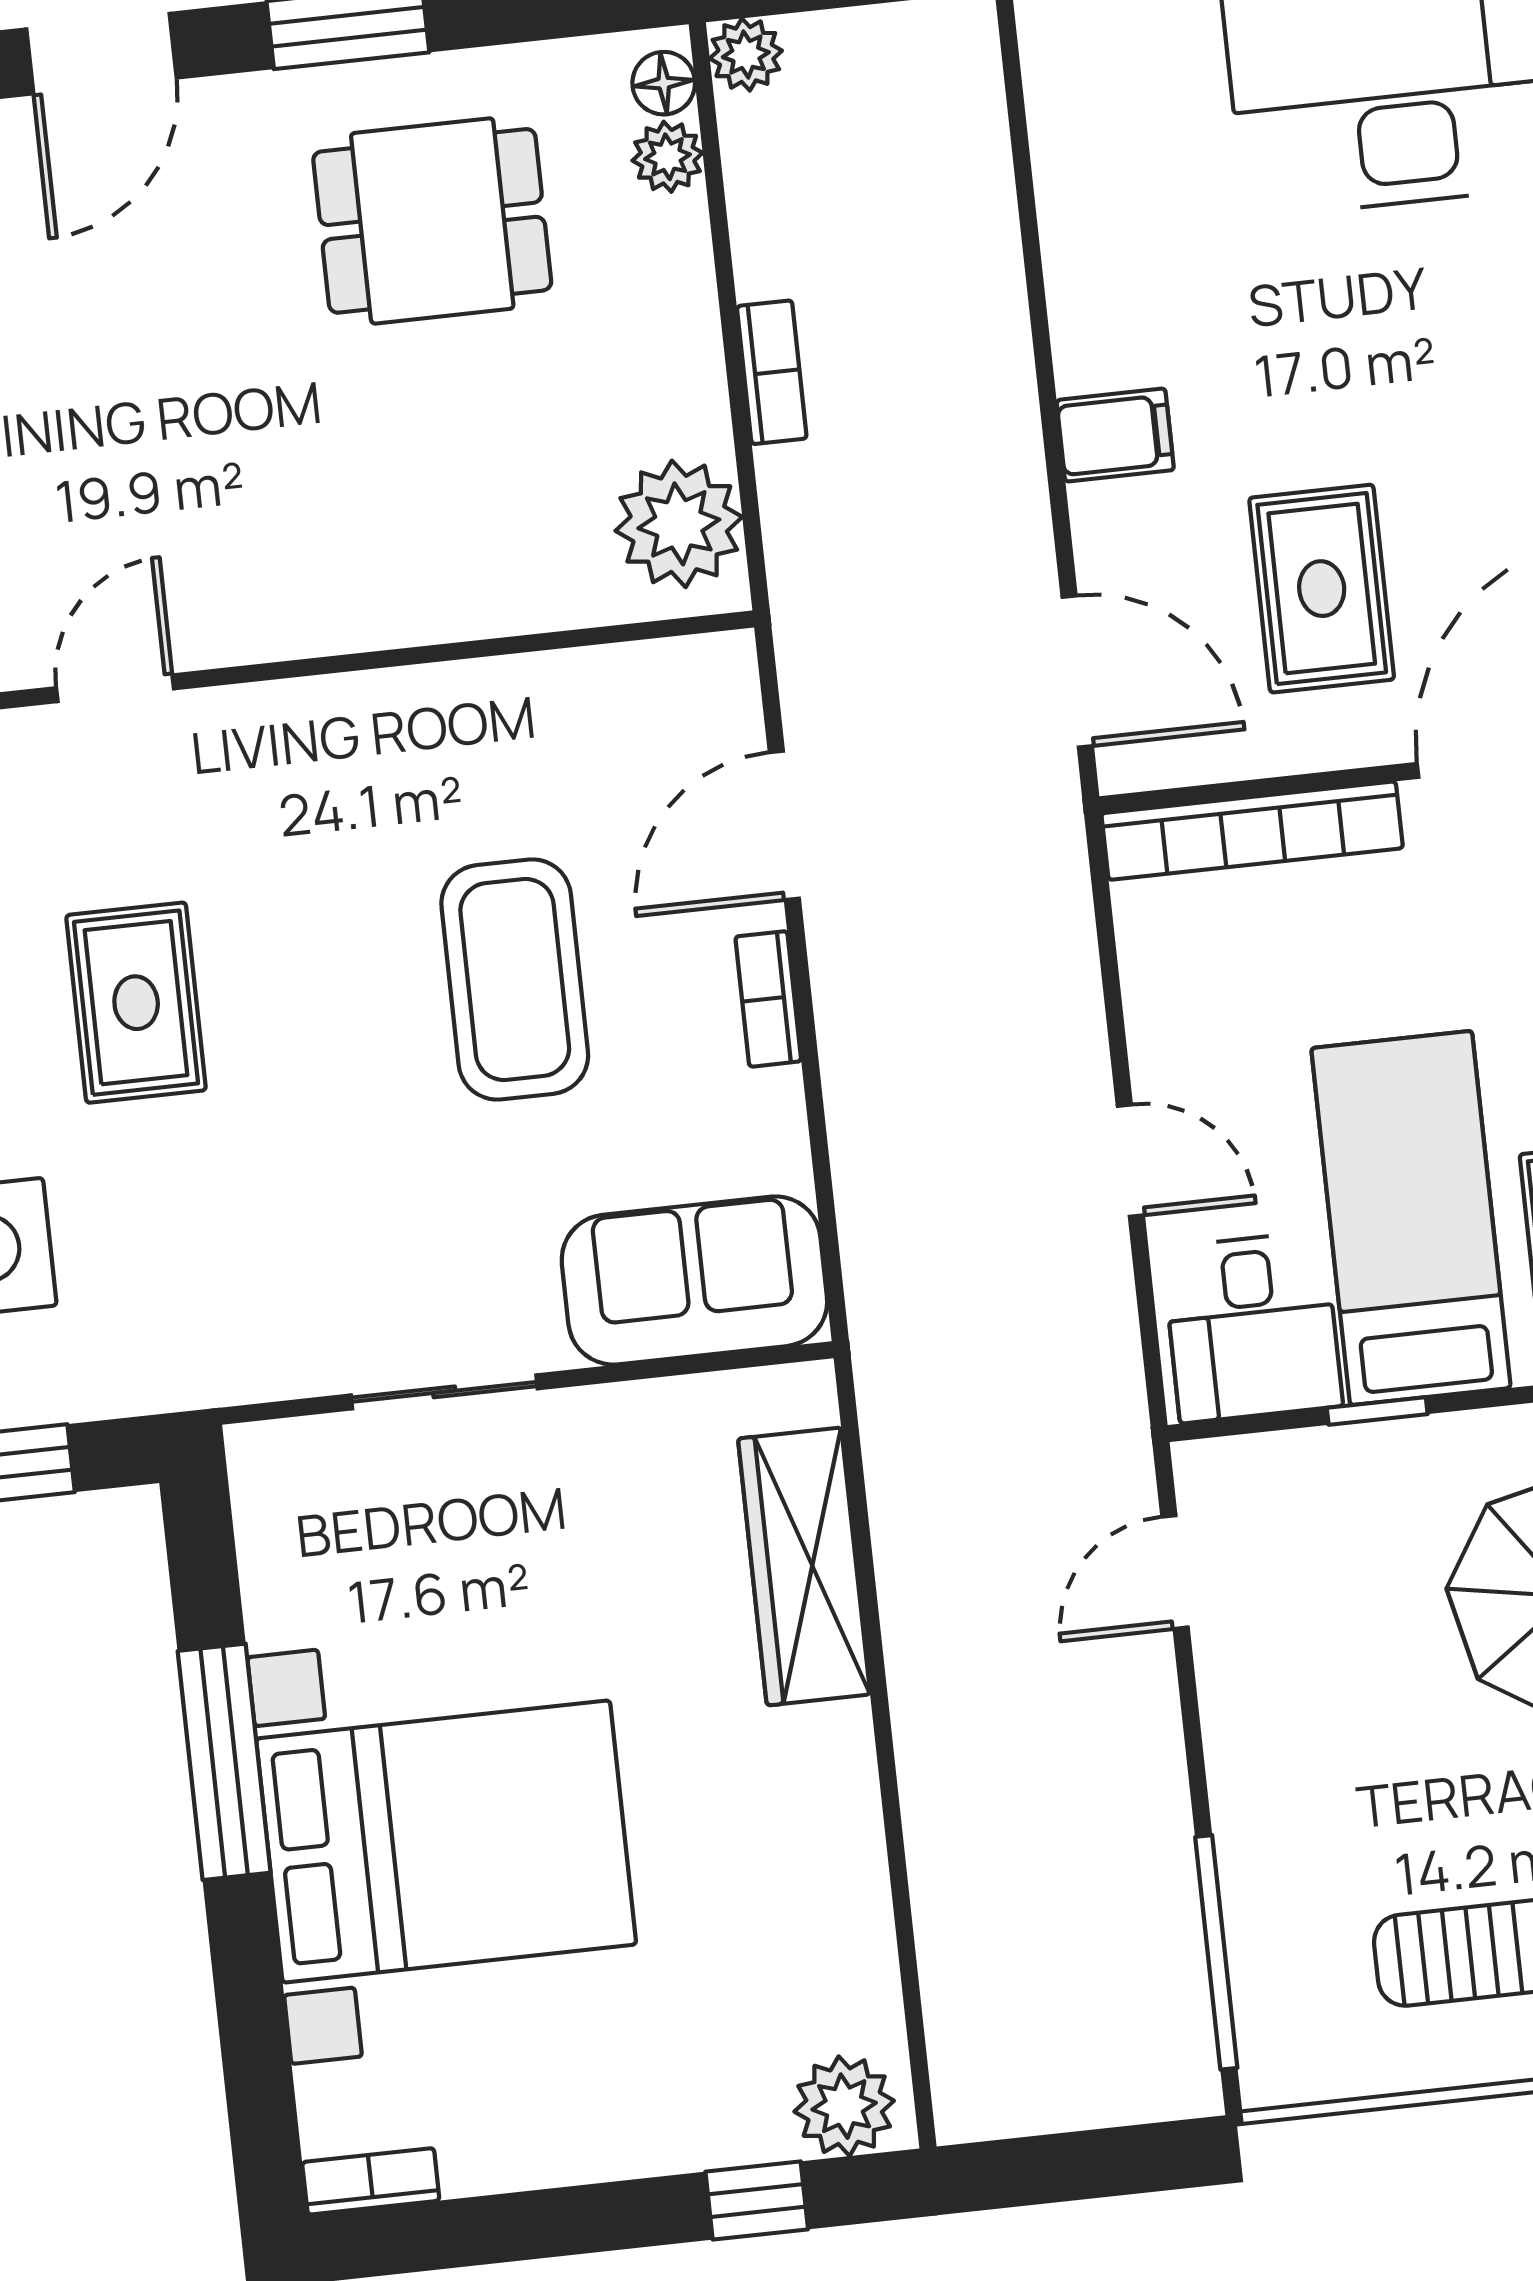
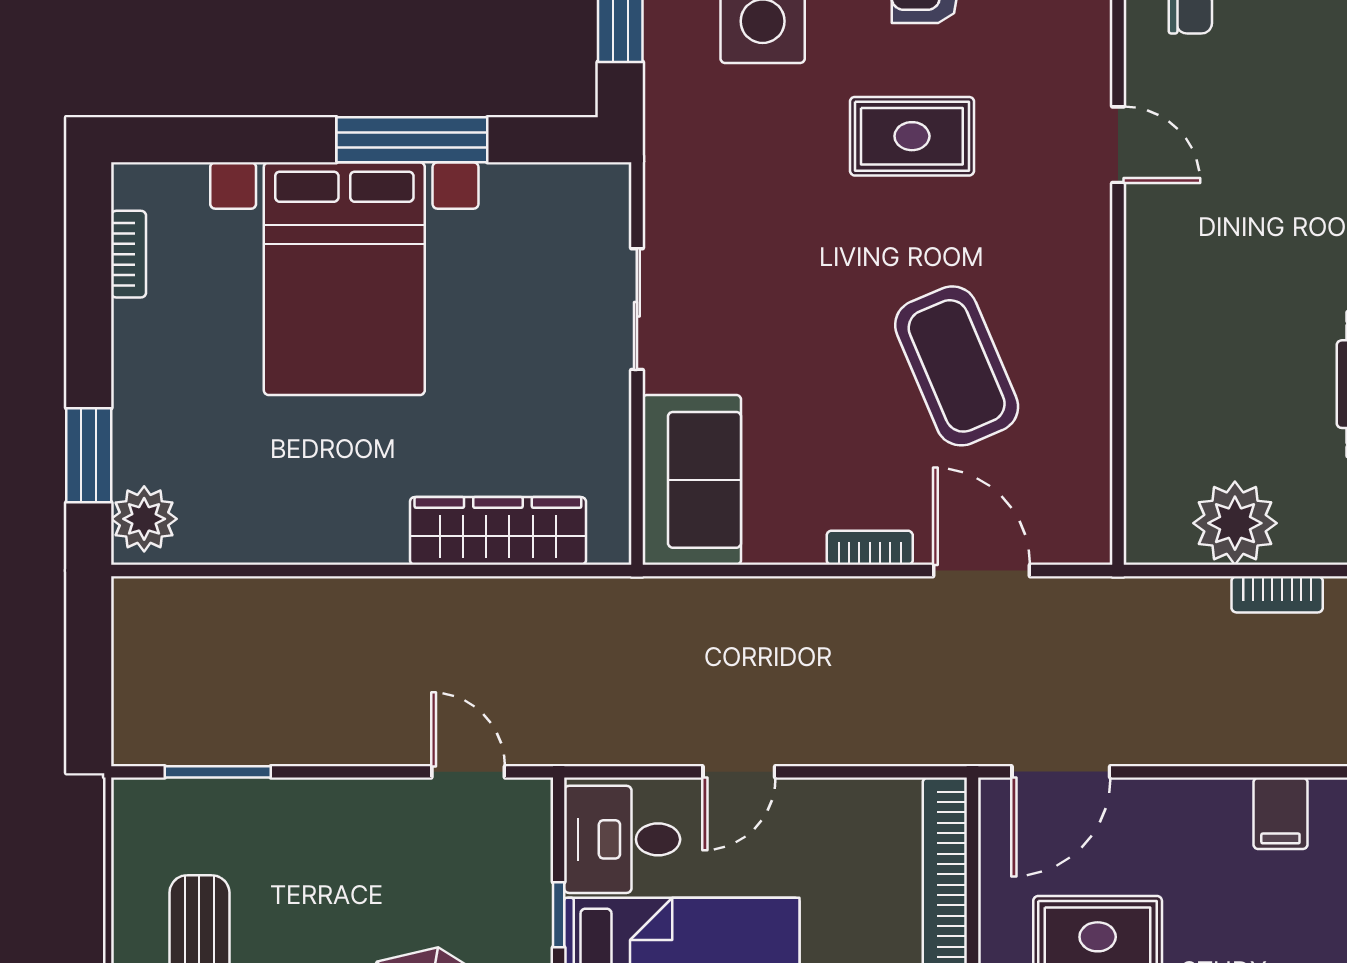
filing cabinet: (1115, 435) -> (1280, 813), moved
plant: (679, 524) -> (1235, 523), moved
coffee table: (515, 979) -> (957, 366), moved, turned 67
window: (1216, 1952) -> (218, 772), width x0.69
bookcase: (371, 2181) -> (129, 254), moved
window: (757, 2201) -> (89, 455), width x1.50

